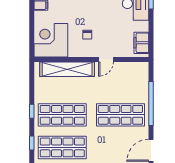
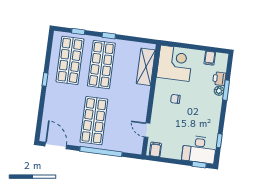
filing cabinet: (141, 43) -> (155, 149), width x0.50
door: (106, 59) -> (147, 130), moved
shelving: (67, 69) -> (146, 67), width x0.68

